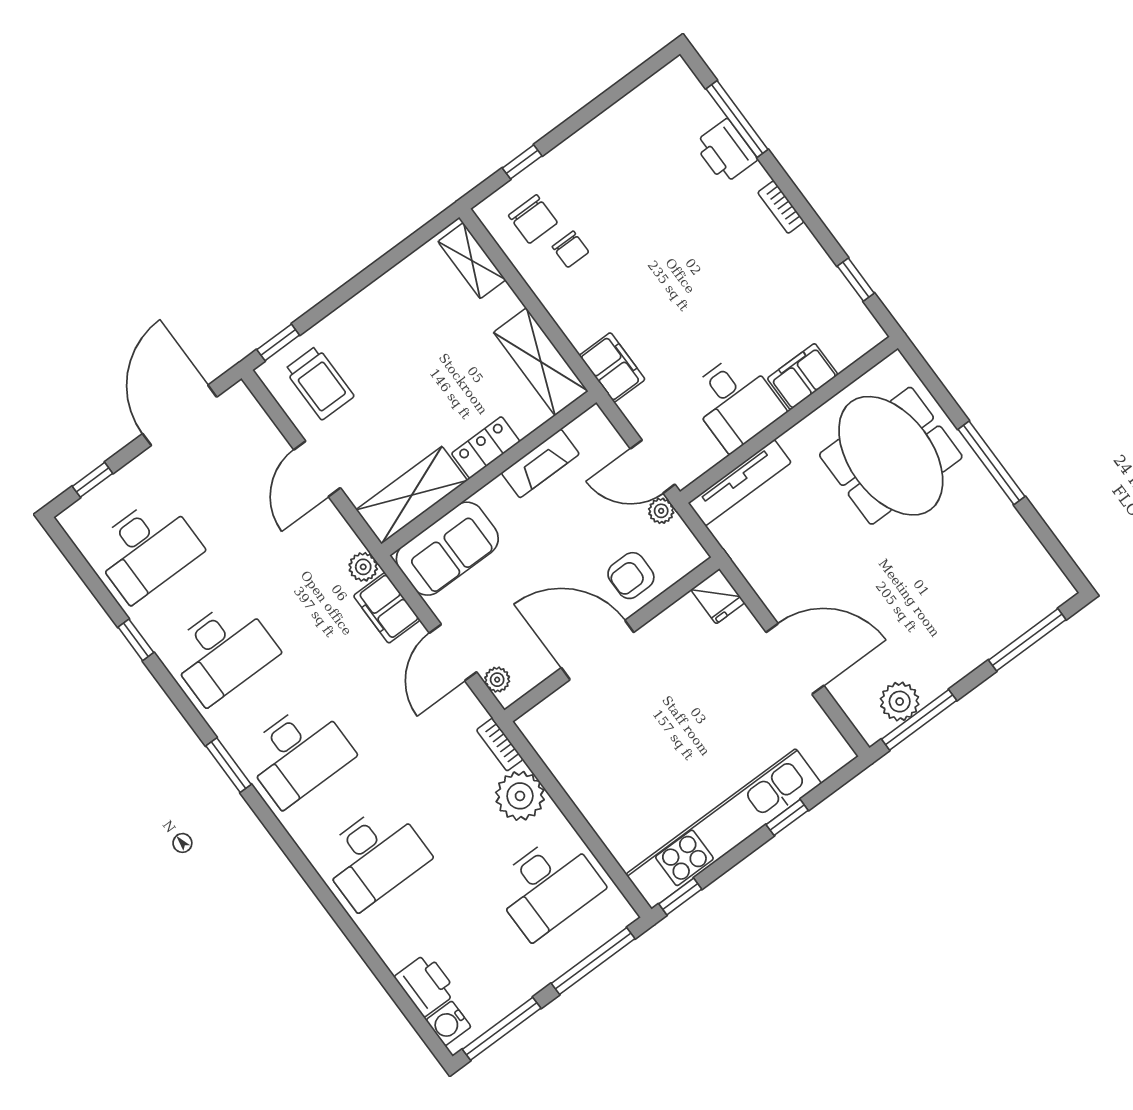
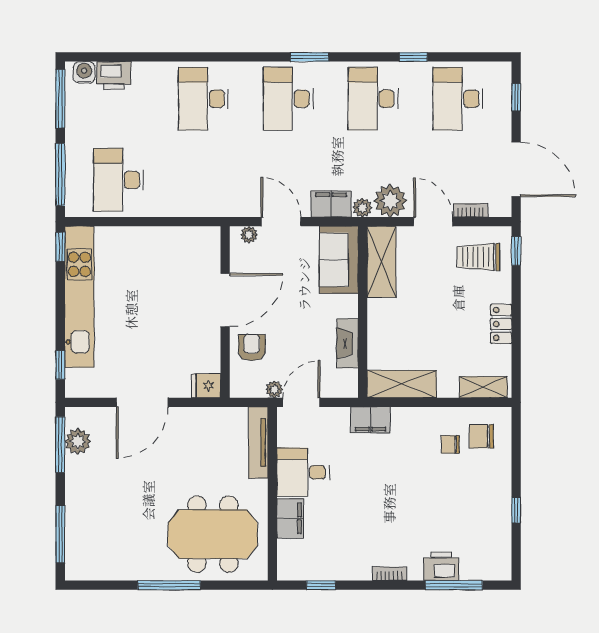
window: (522, 162) -> (516, 510), moved
locker: (486, 447) -> (501, 324), moved, turned 180
bookcase: (500, 745) -> (471, 210), moved
plant: (520, 796) -> (390, 201), moved
window: (787, 817) -> (60, 365), moved

